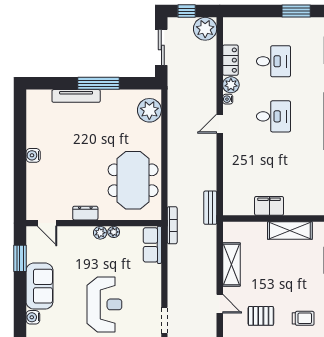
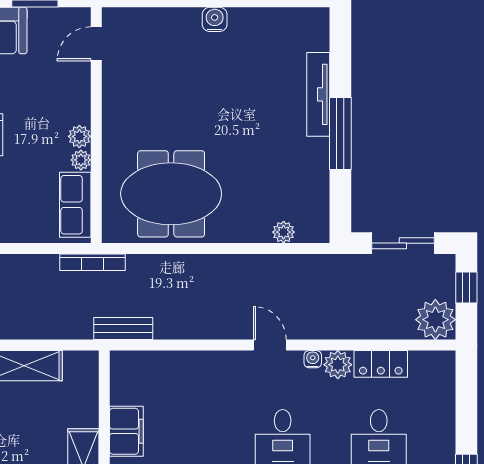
plant: (149, 110) -> (284, 232), width x0.53, depth x0.53
dresser: (85, 213) -> (114, 111), removed
row of seats: (152, 245) -> (75, 205), moved, turned -90

